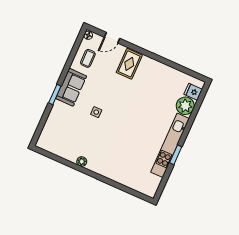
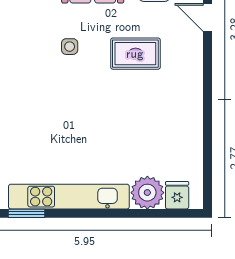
rug: (129, 64) -> (135, 54), moved
window: (176, 155) -> (27, 213), moved

